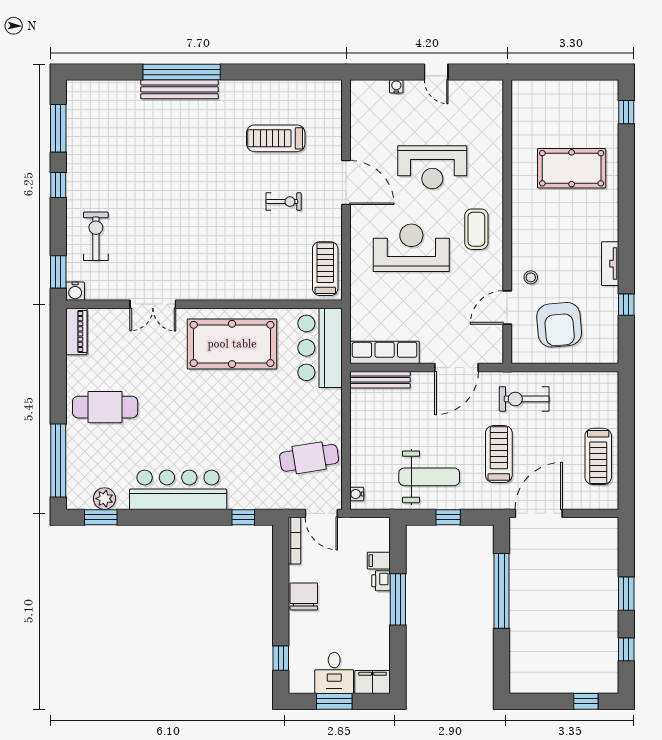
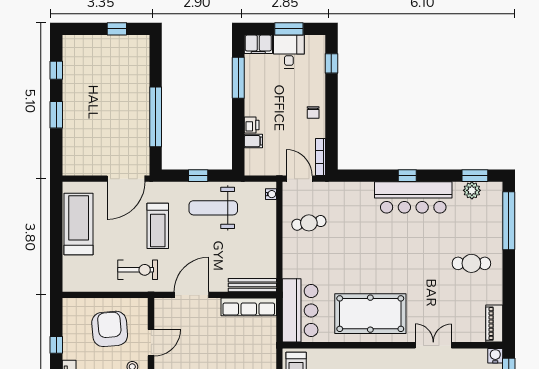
cafe table: (105, 407) -> (471, 263), width x0.73, depth x0.74
treadmill: (598, 456) -> (79, 224), width x1.37, depth x1.38
cafe table: (309, 458) -> (309, 223), width x0.73, depth x0.74
window: (243, 517) -> (407, 176), moved
chair: (304, 597) -> (313, 112), width x0.54, depth x0.54
window: (398, 599) -> (238, 78), moved
window: (586, 701) -> (117, 29), moved

